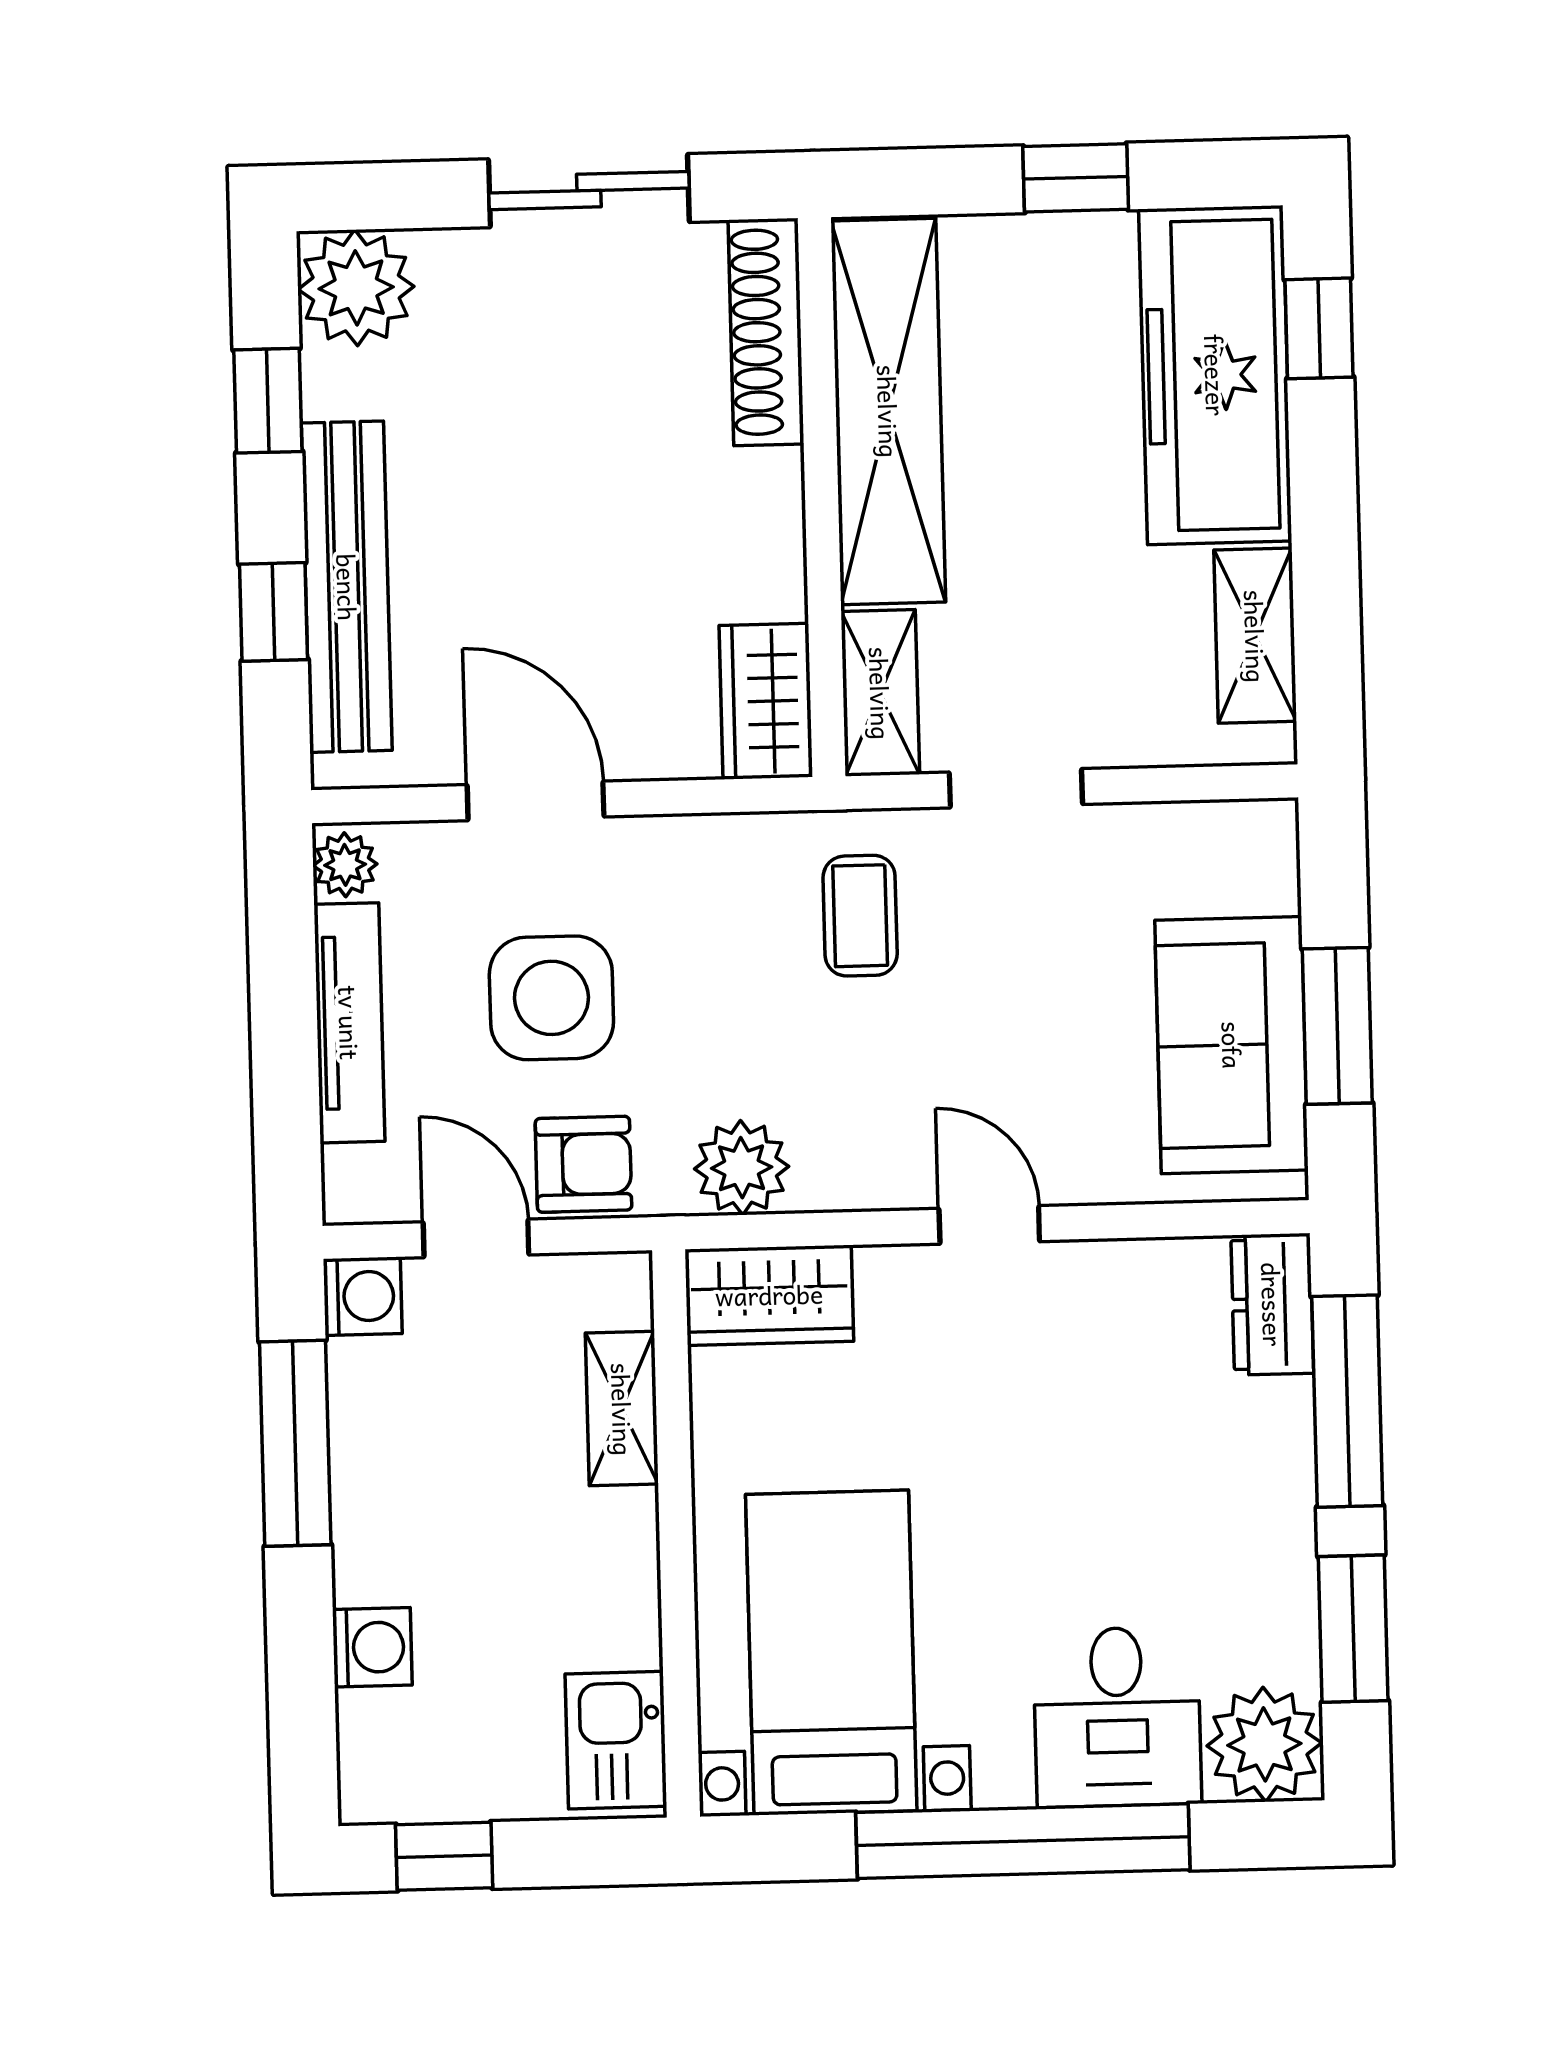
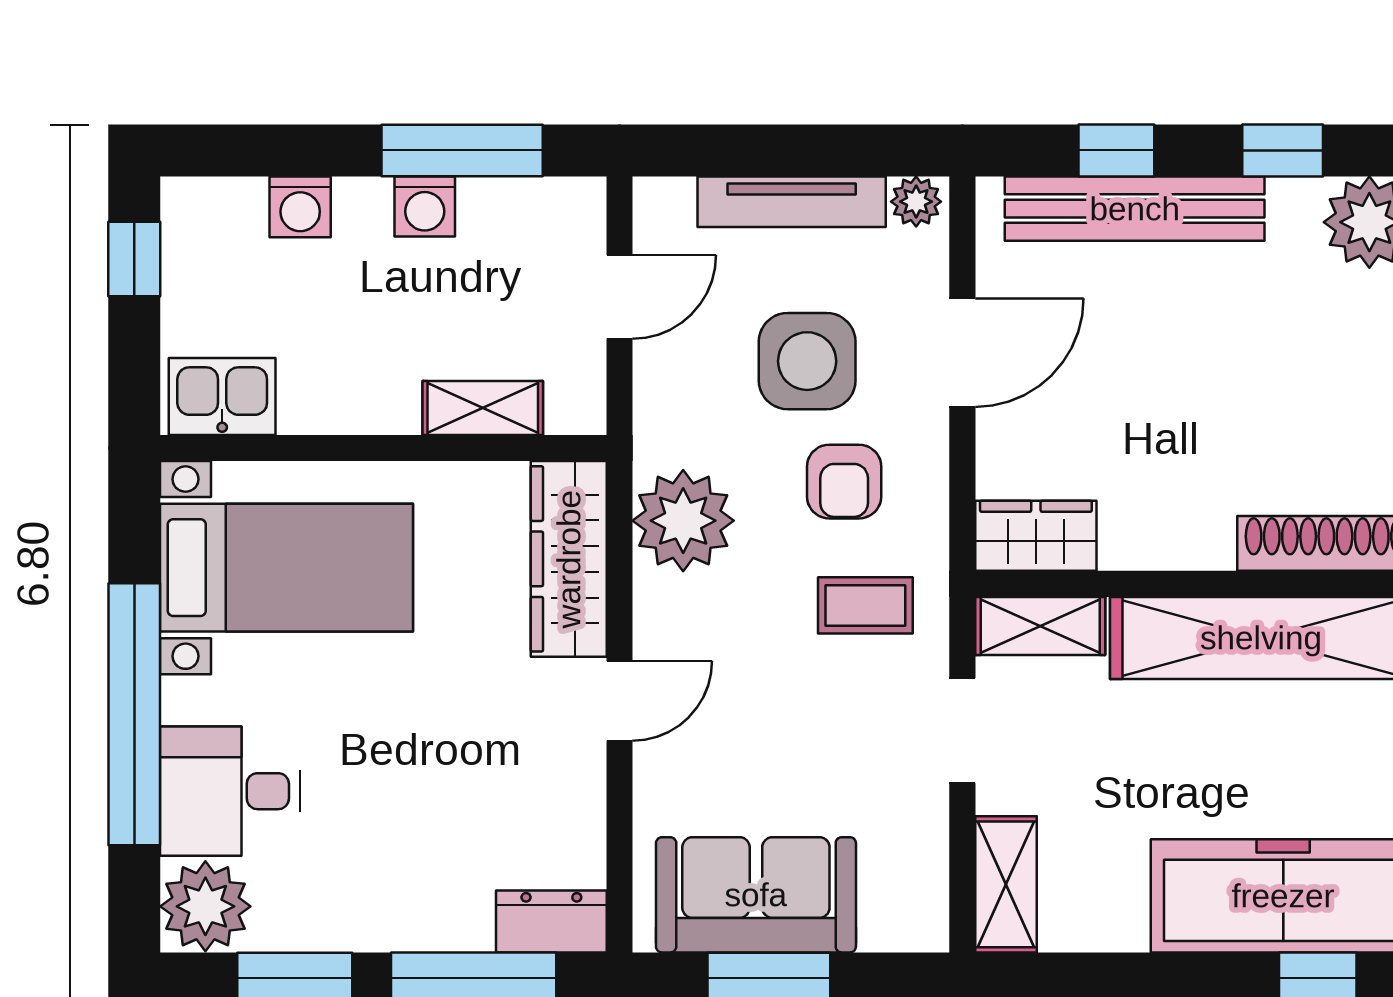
shelving: (1255, 636) -> (1006, 884), moved, turned 90
armchair: (583, 1164) -> (844, 482), moved
plant: (742, 1168) -> (683, 521), width x1.36, depth x1.36
wardrobe: (769, 1295) -> (569, 559), width x1.50
washing machine: (363, 1296) -> (425, 206), moved

